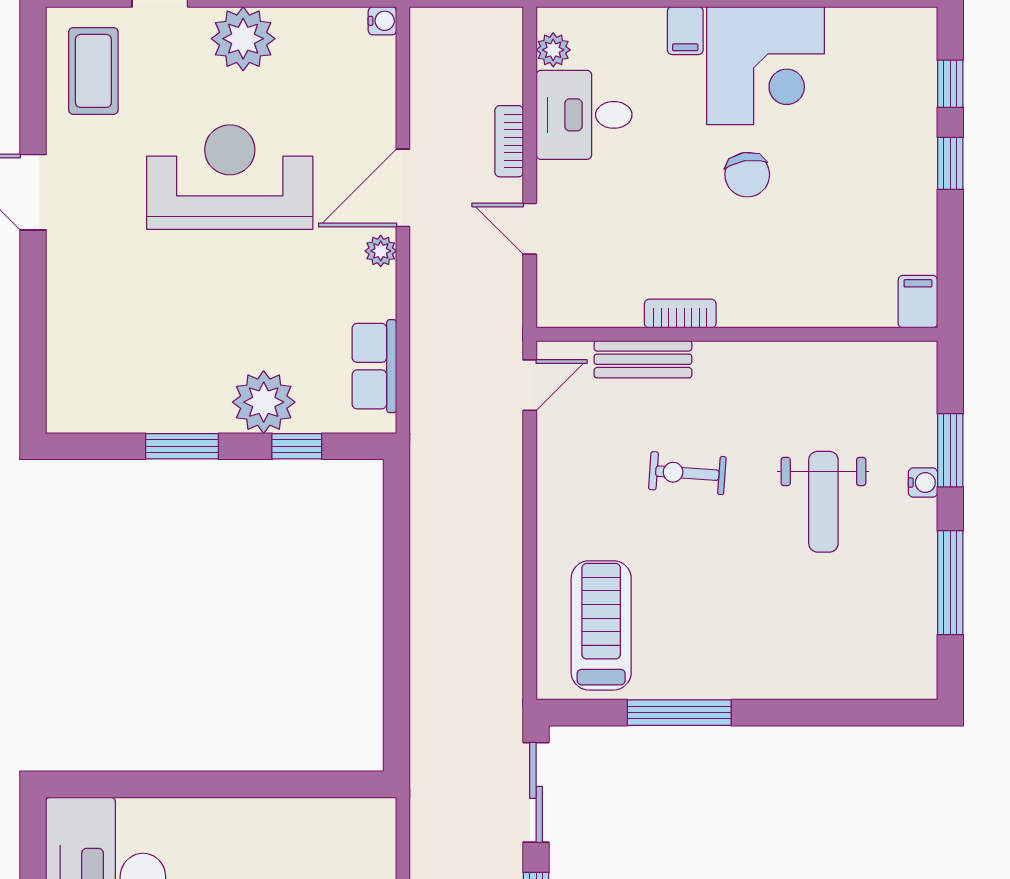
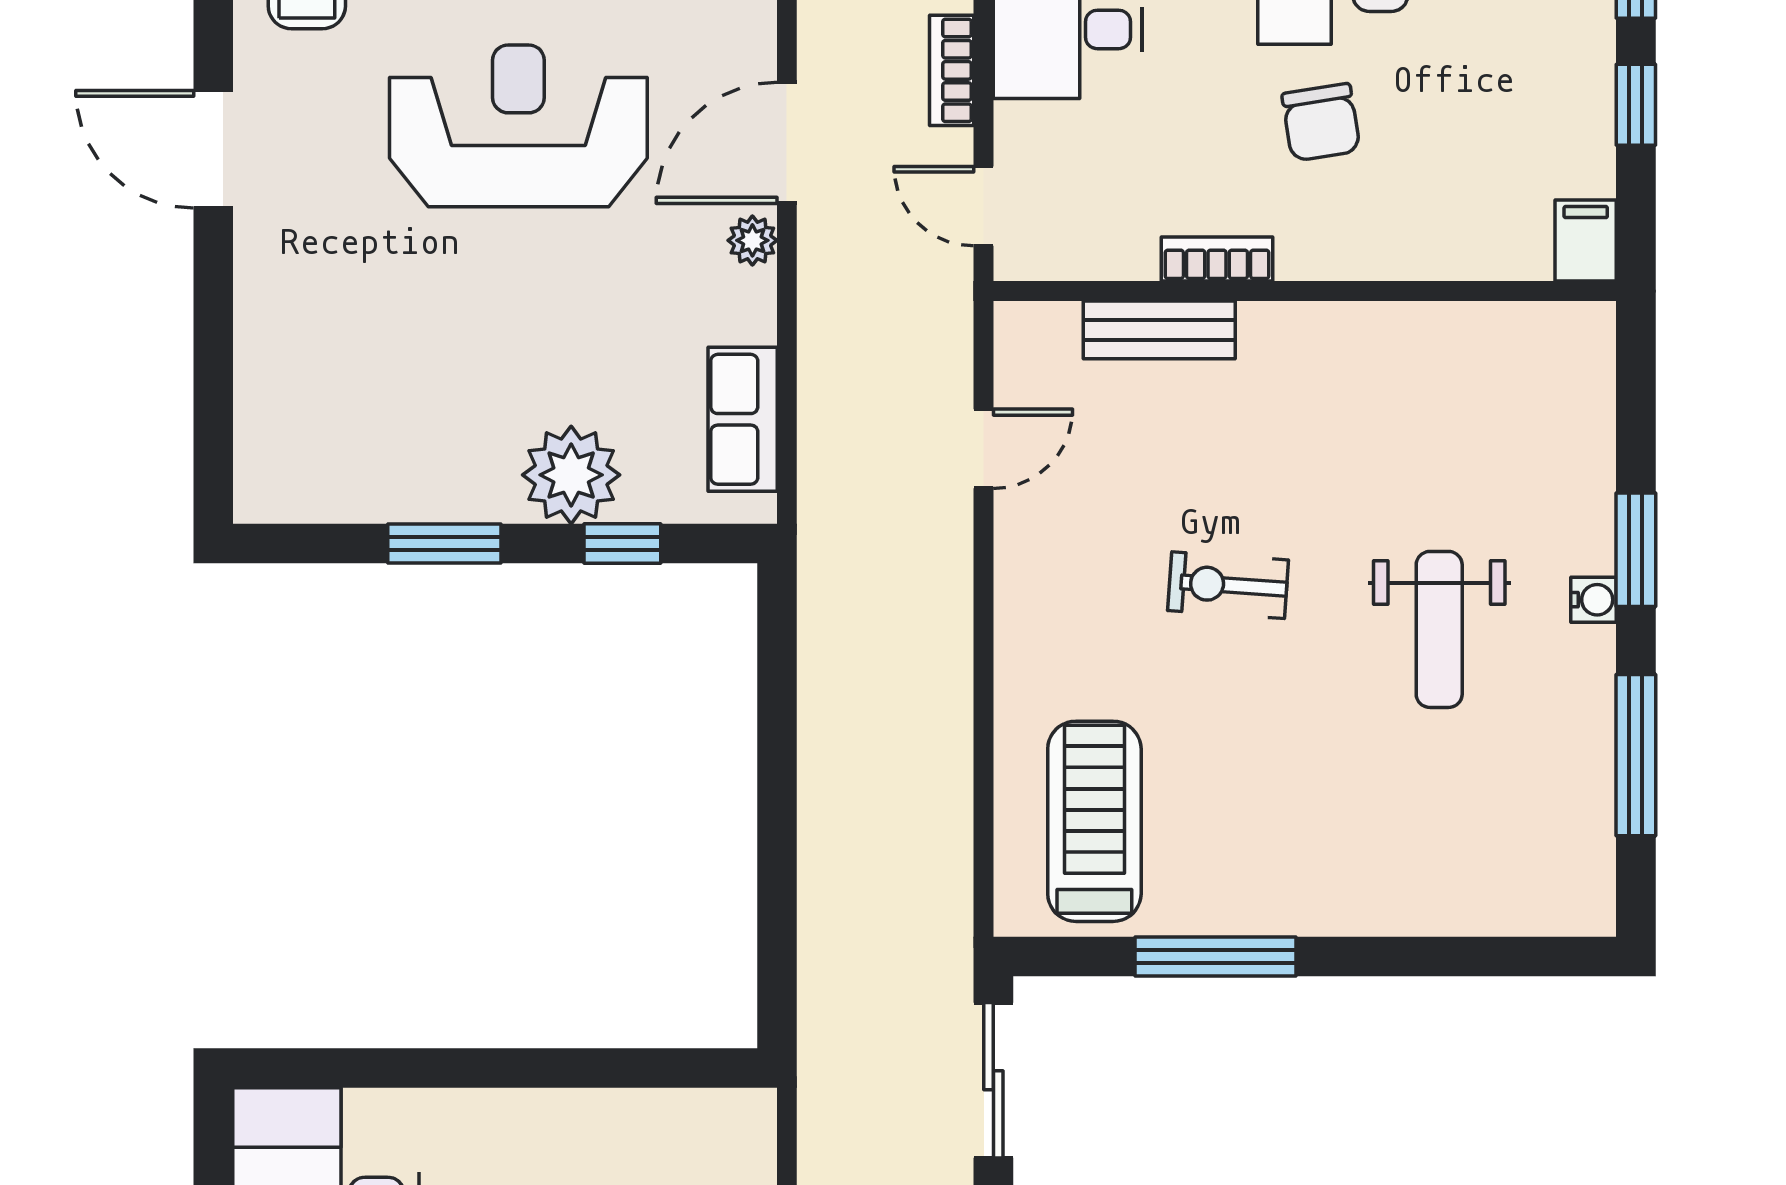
filing cabinet: (918, 302) -> (1586, 241), moved
bookcase: (680, 314) -> (1217, 259), moved
wall: (737, 334) -> (1305, 291), moved
bench: (643, 359) -> (1159, 330), moved

